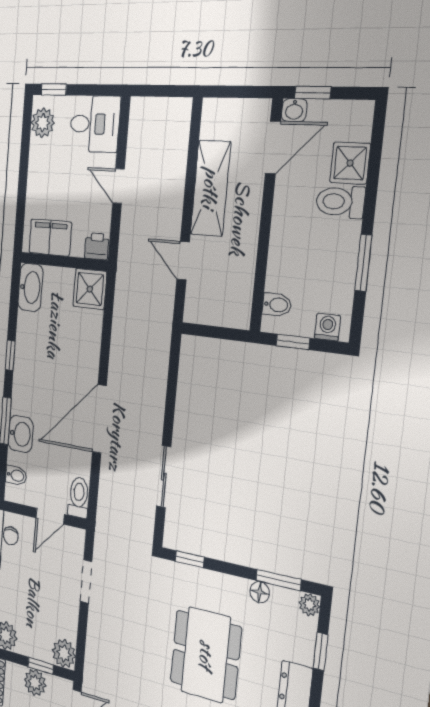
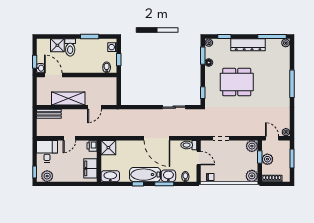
bench: (179, 132) -> (49, 114), added
bathtub: (27, 376) -> (145, 175), added

